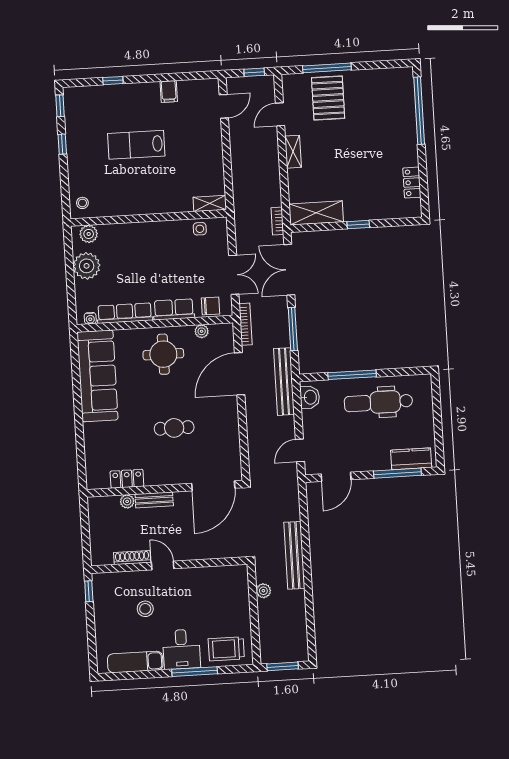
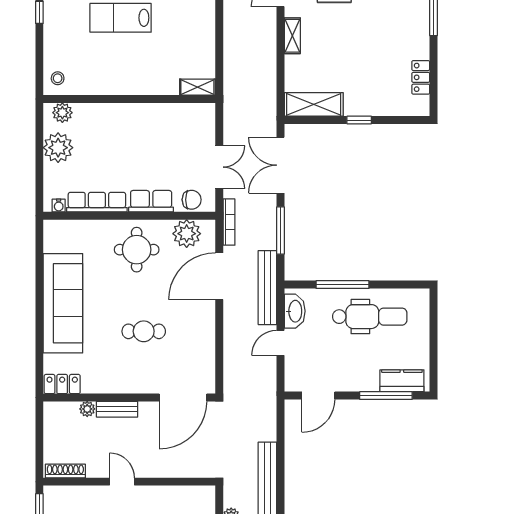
bookcase: (277, 221) -> (271, 111), removed
side table: (200, 229) -> (185, 114), removed
plant: (202, 331) -> (187, 234), width x1.87, depth x1.87
sofa: (98, 376) -> (63, 303), moved
washbasin: (310, 397) -> (295, 311), width x1.38
dental chair: (378, 402) -> (370, 317), turned 180
door: (300, 450) -> (280, 343), moved
locker: (127, 479) -> (62, 384), moved
shoe rack: (132, 558) -> (65, 471), moved

